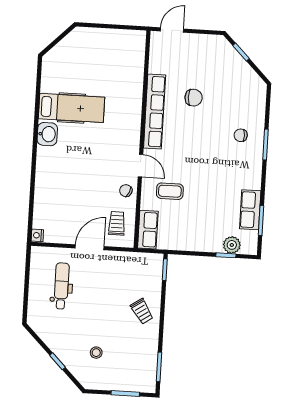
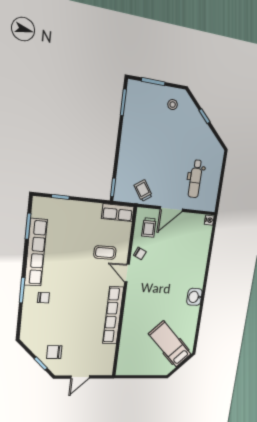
door: (172, 30) -> (80, 377), moved
chair: (194, 98) -> (54, 352), moved
hospital bed: (72, 108) -> (170, 344), moved, turned 45
row of seats: (250, 210) -> (36, 252), width x2.02
row of seats: (148, 230) -> (118, 213), moved, turned -90
plant: (232, 245) -> (55, 206), removed
trolley: (142, 311) -> (143, 191), moved
stool: (96, 353) -> (173, 105), moved

